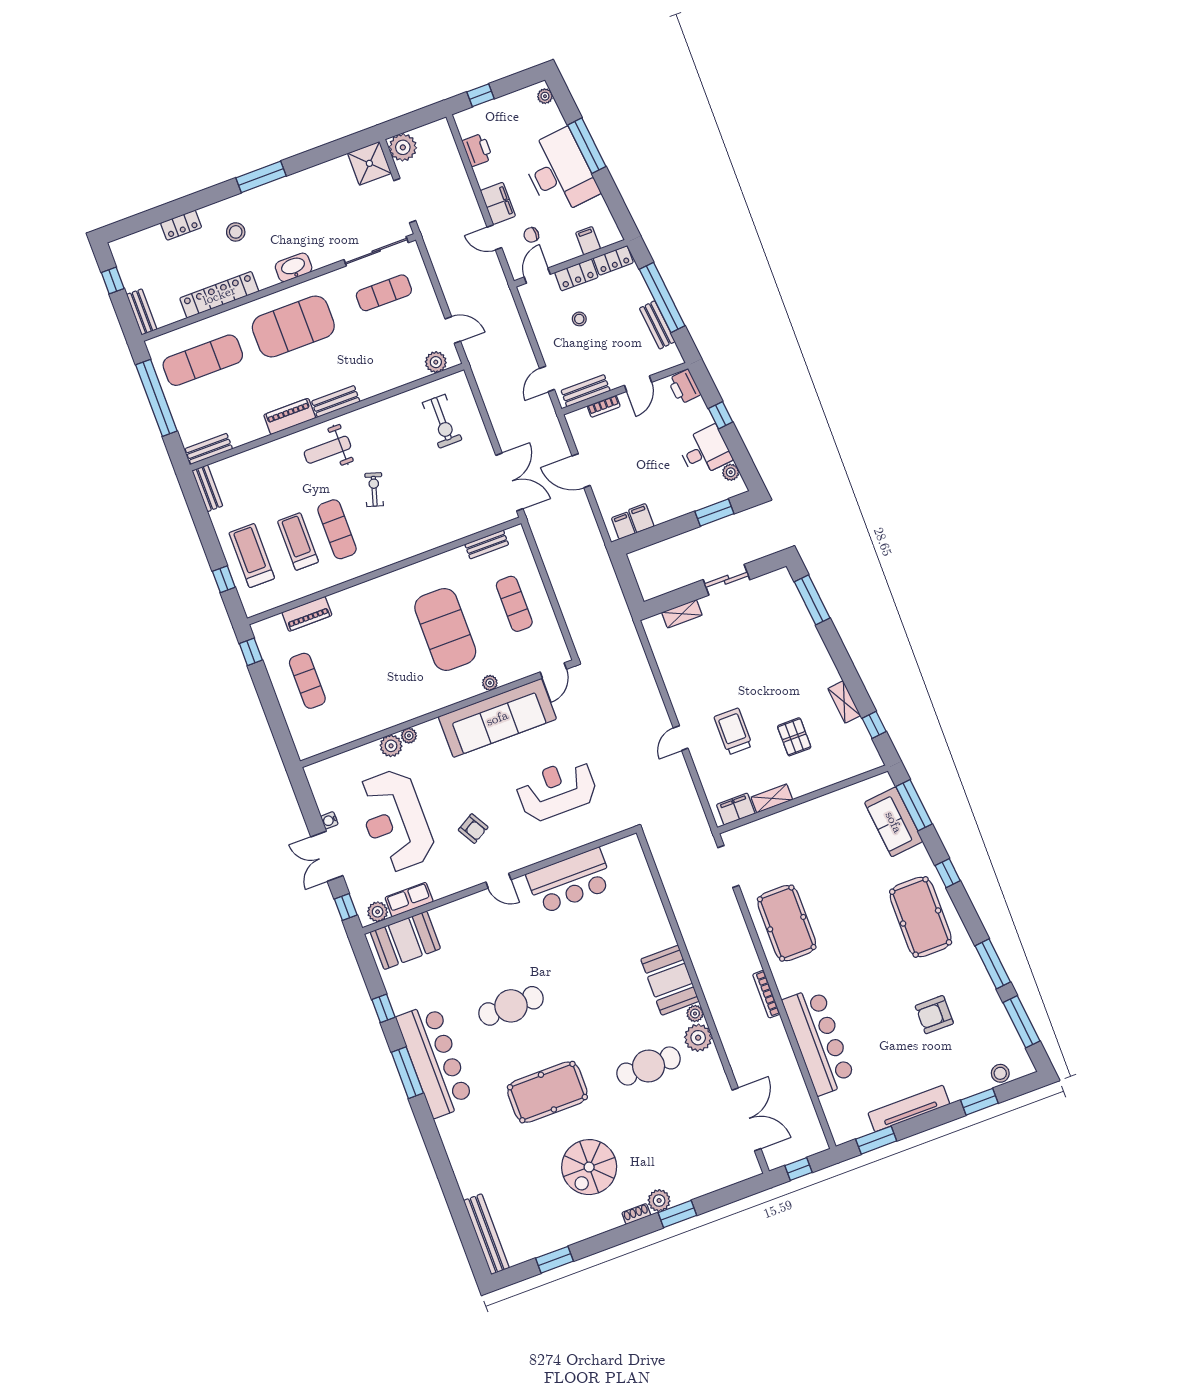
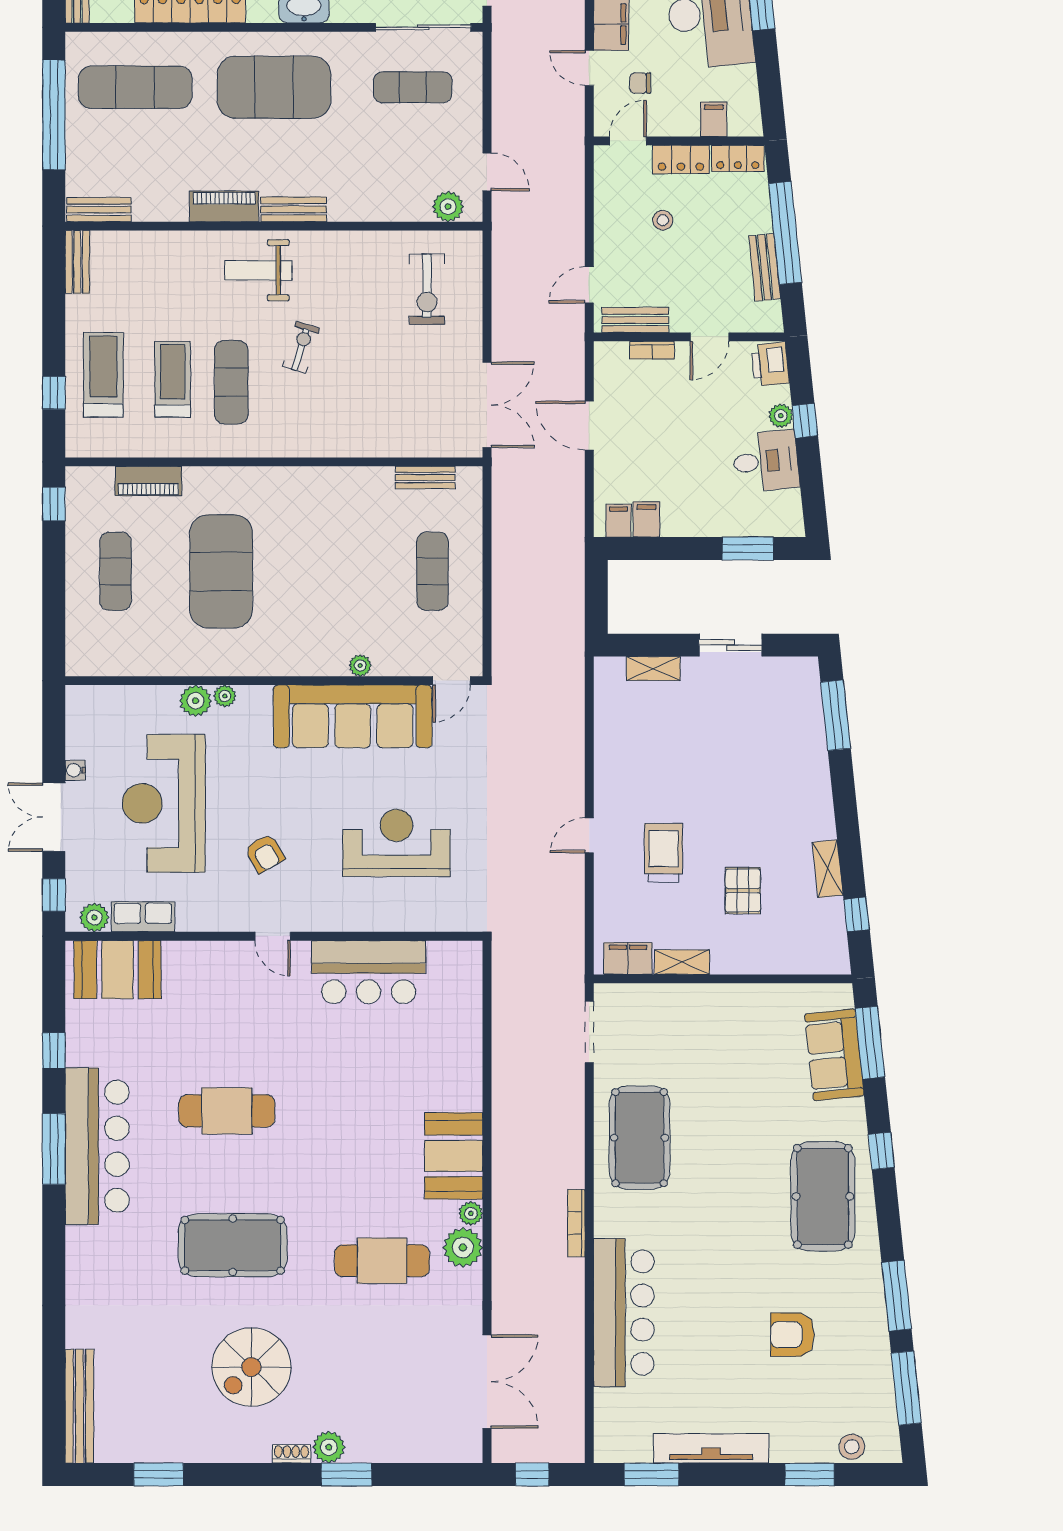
plant: (731, 472) -> (781, 416), moved
exercise mat: (445, 629) -> (221, 571), moved

